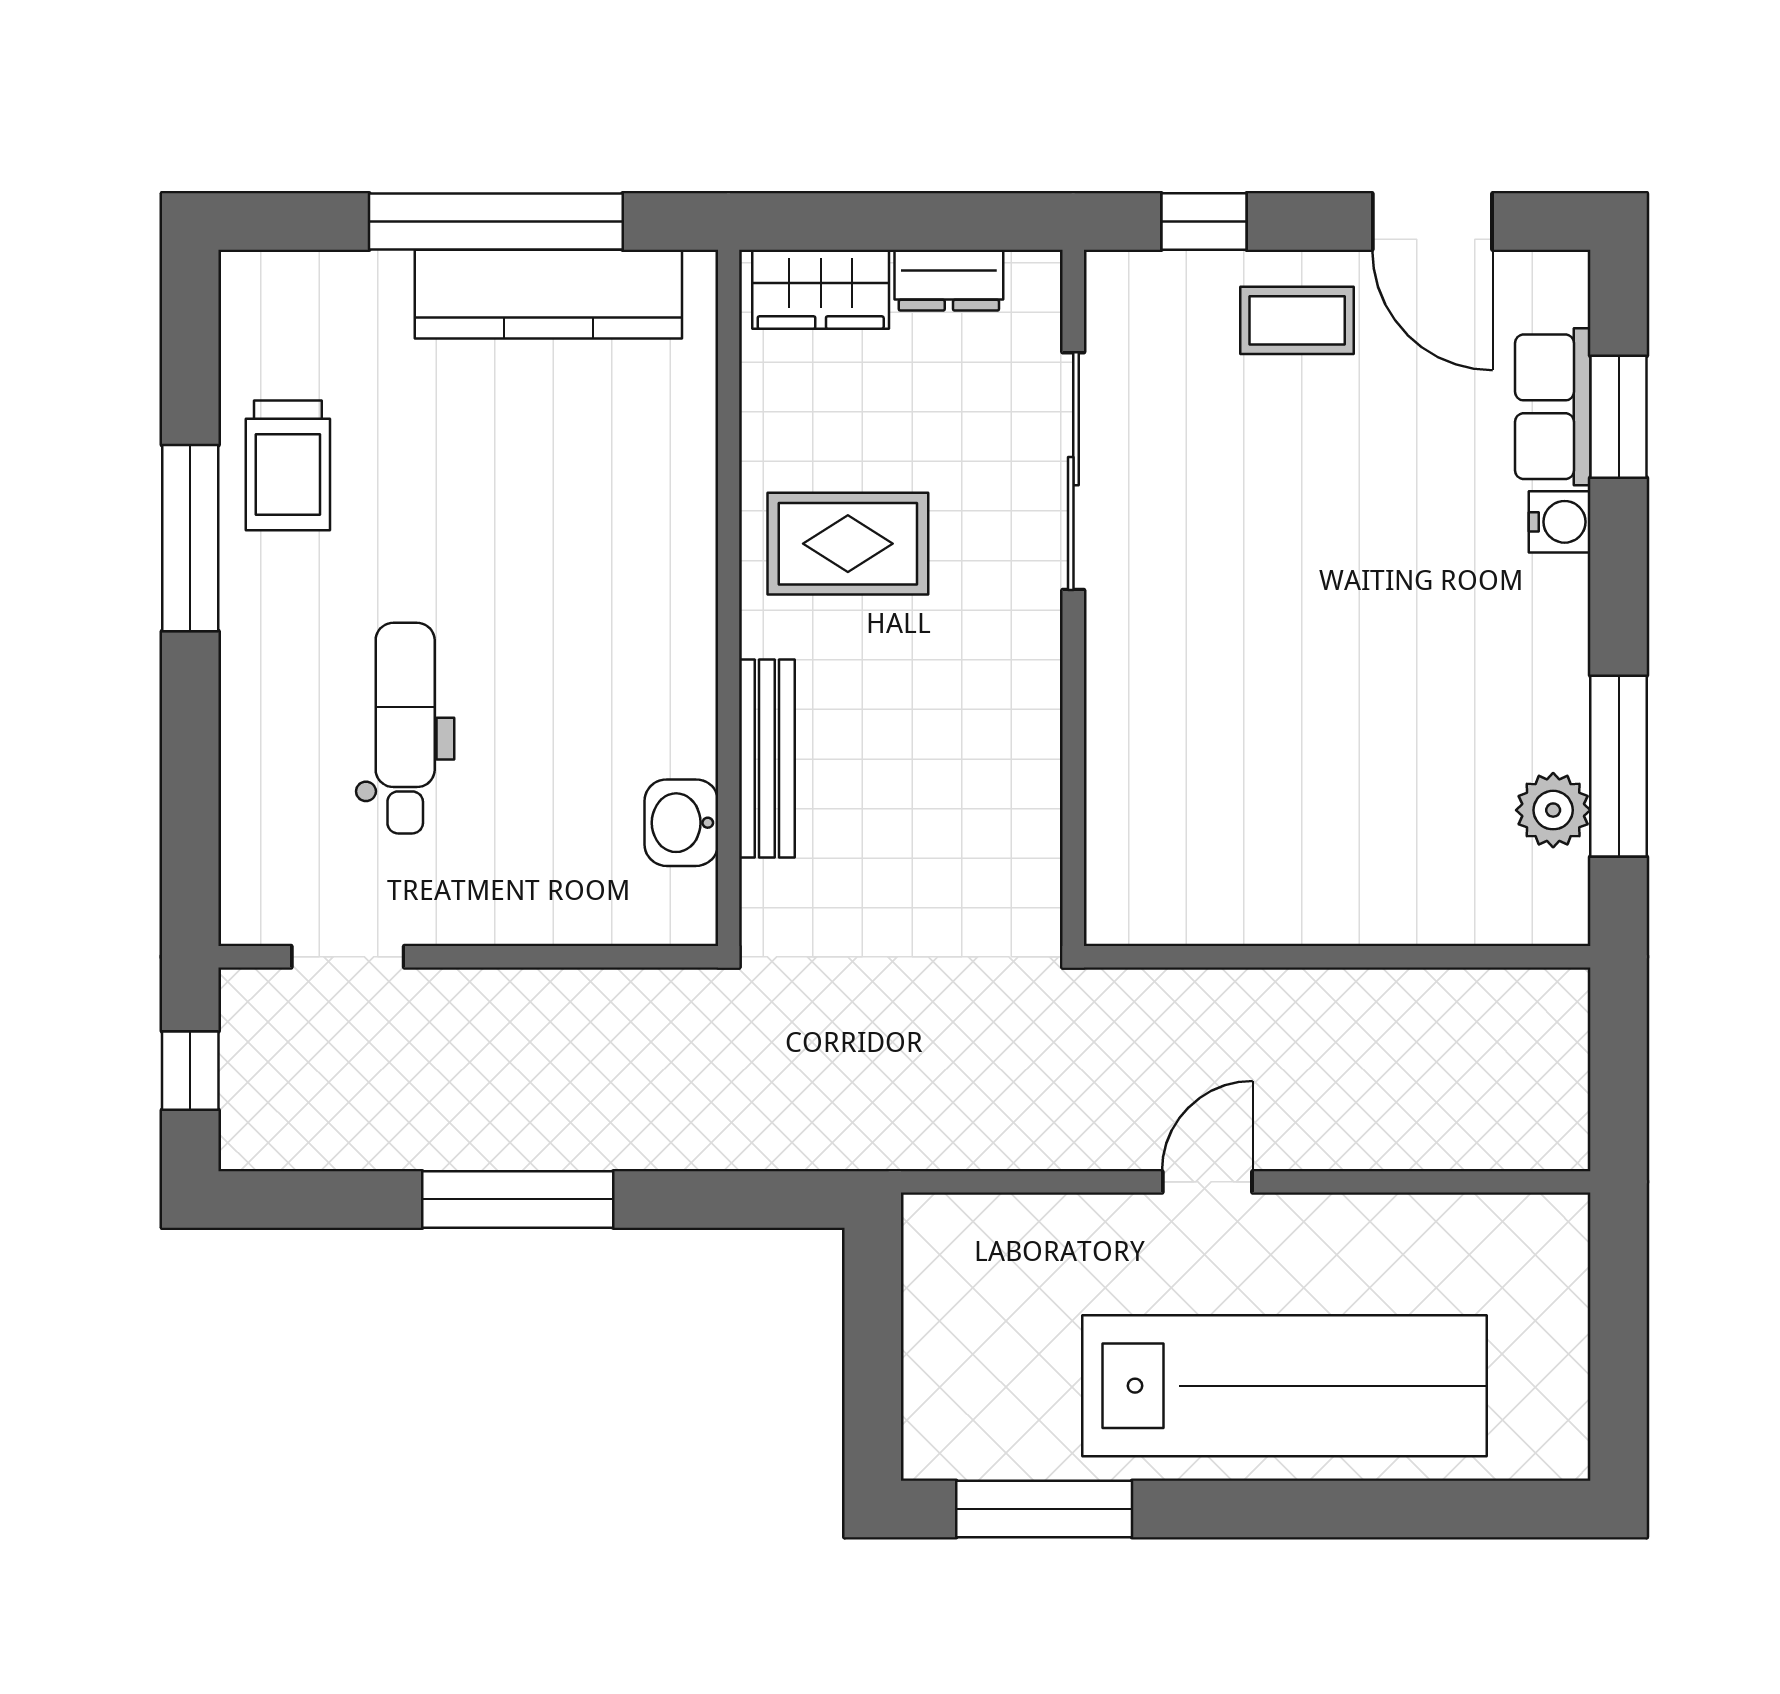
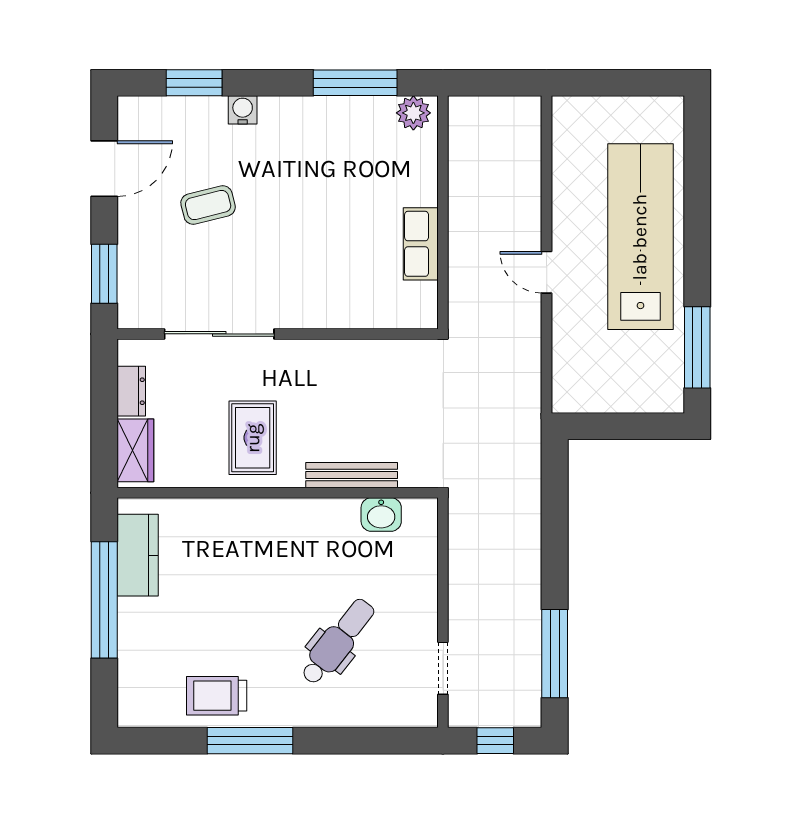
window: (1204, 221) -> (104, 274), width x1.50
kitchen counter: (548, 294) -> (138, 555), width x0.67
coffee table: (1297, 320) -> (208, 205), moved, turned 76
row of seats: (1553, 407) -> (421, 244), moved, turned 90
trolley: (288, 465) -> (217, 696), turned 180
dental chair: (405, 728) -> (338, 642), turned 128
plant: (1553, 810) -> (413, 113), moved
window: (518, 1199) -> (555, 654), moved

